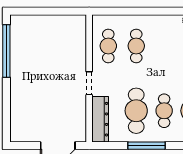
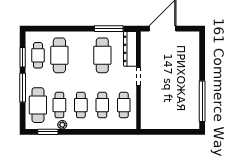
cafe table: (164, 111) -> (81, 105), moved
window: (146, 146) -> (109, 29), moved

